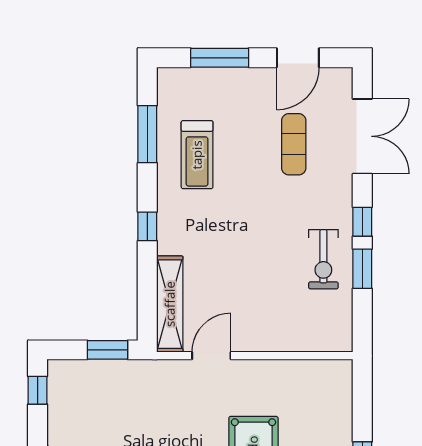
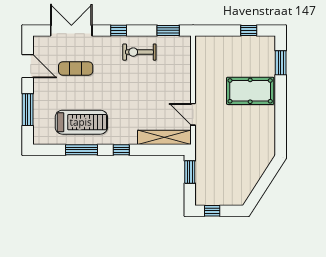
window: (147, 134) -> (82, 150), moved
treadmill: (197, 155) -> (81, 122), width x1.37, depth x1.38
exercise bike: (323, 259) -> (139, 52), turned 180
window: (362, 269) -> (168, 30), moved

